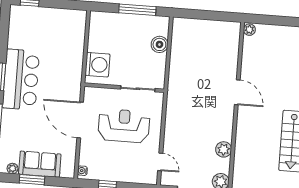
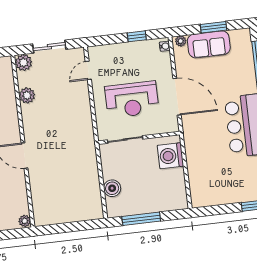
door: (160, 162) -> (88, 70), hinge flipped
plant: (13, 168) -> (181, 41), moved

